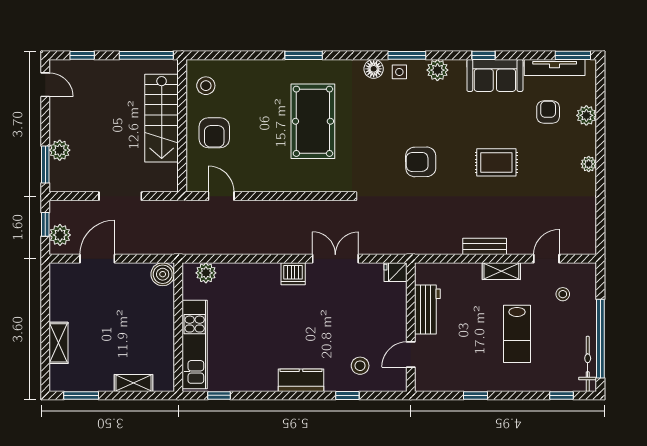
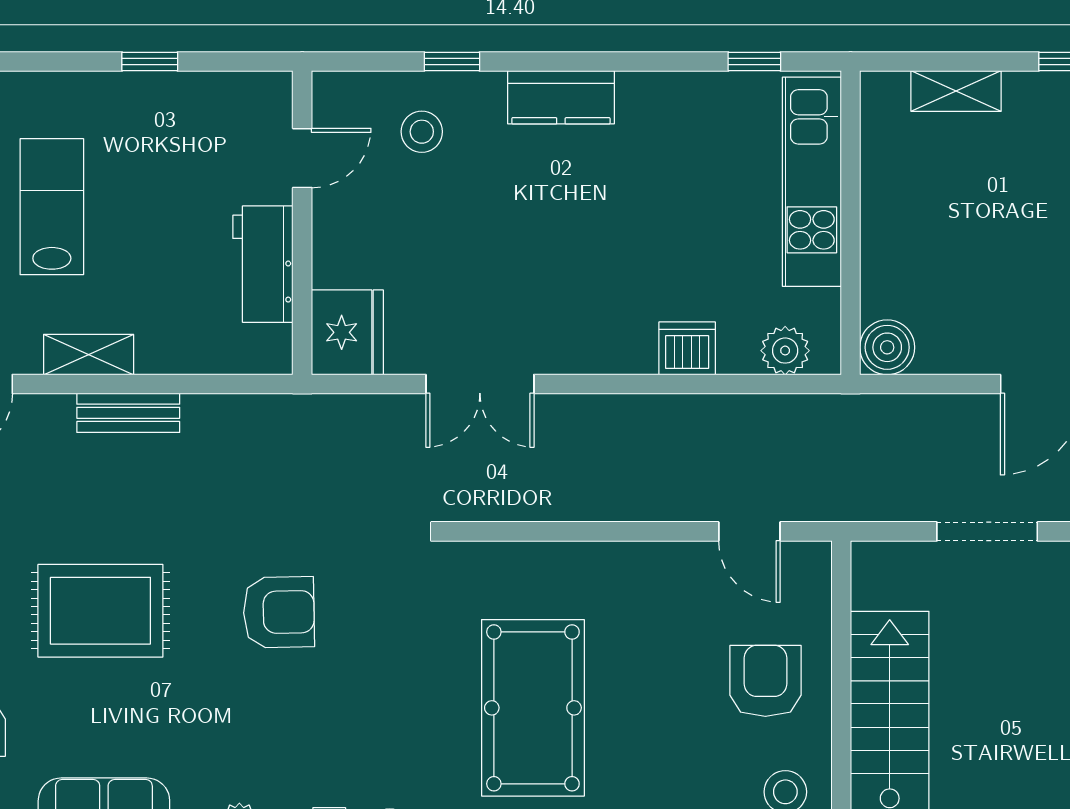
rug: (496, 162) -> (100, 611), width x1.36, depth x1.43
fridge: (396, 272) -> (347, 332), width x1.88, depth x1.34
dishwasher: (293, 274) -> (687, 348), moved

